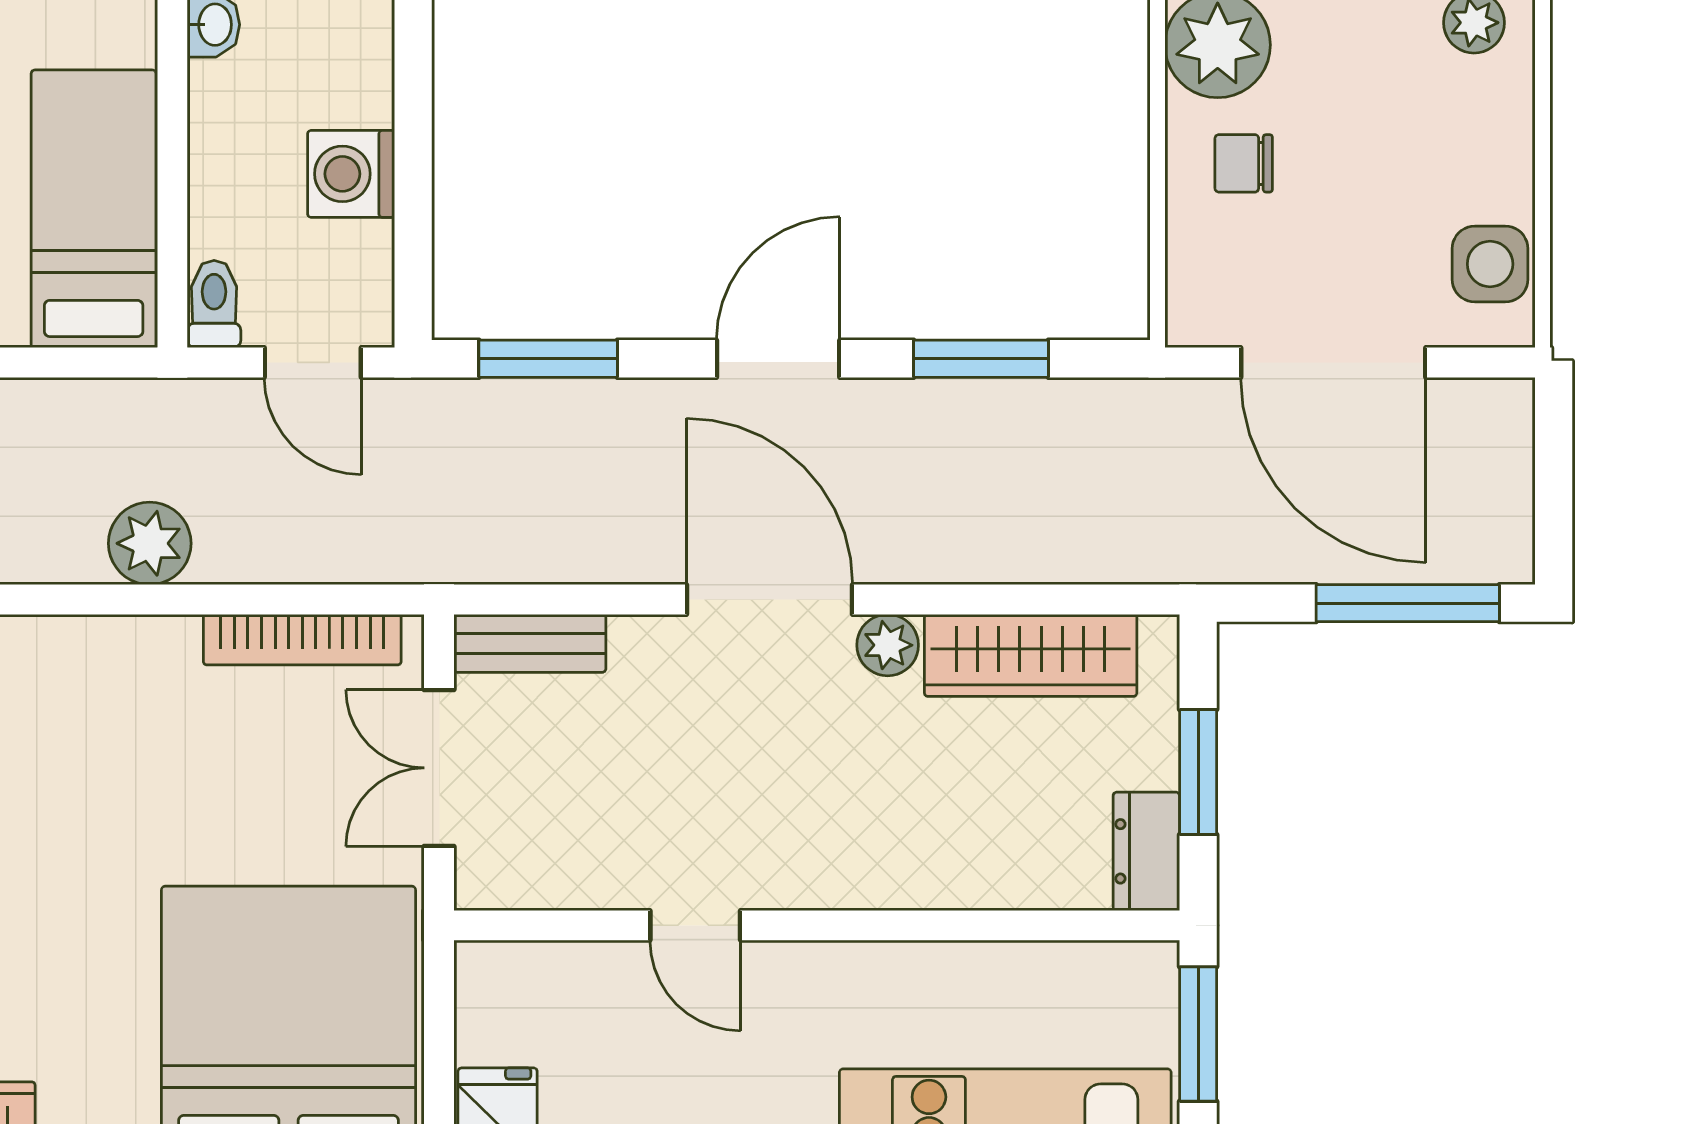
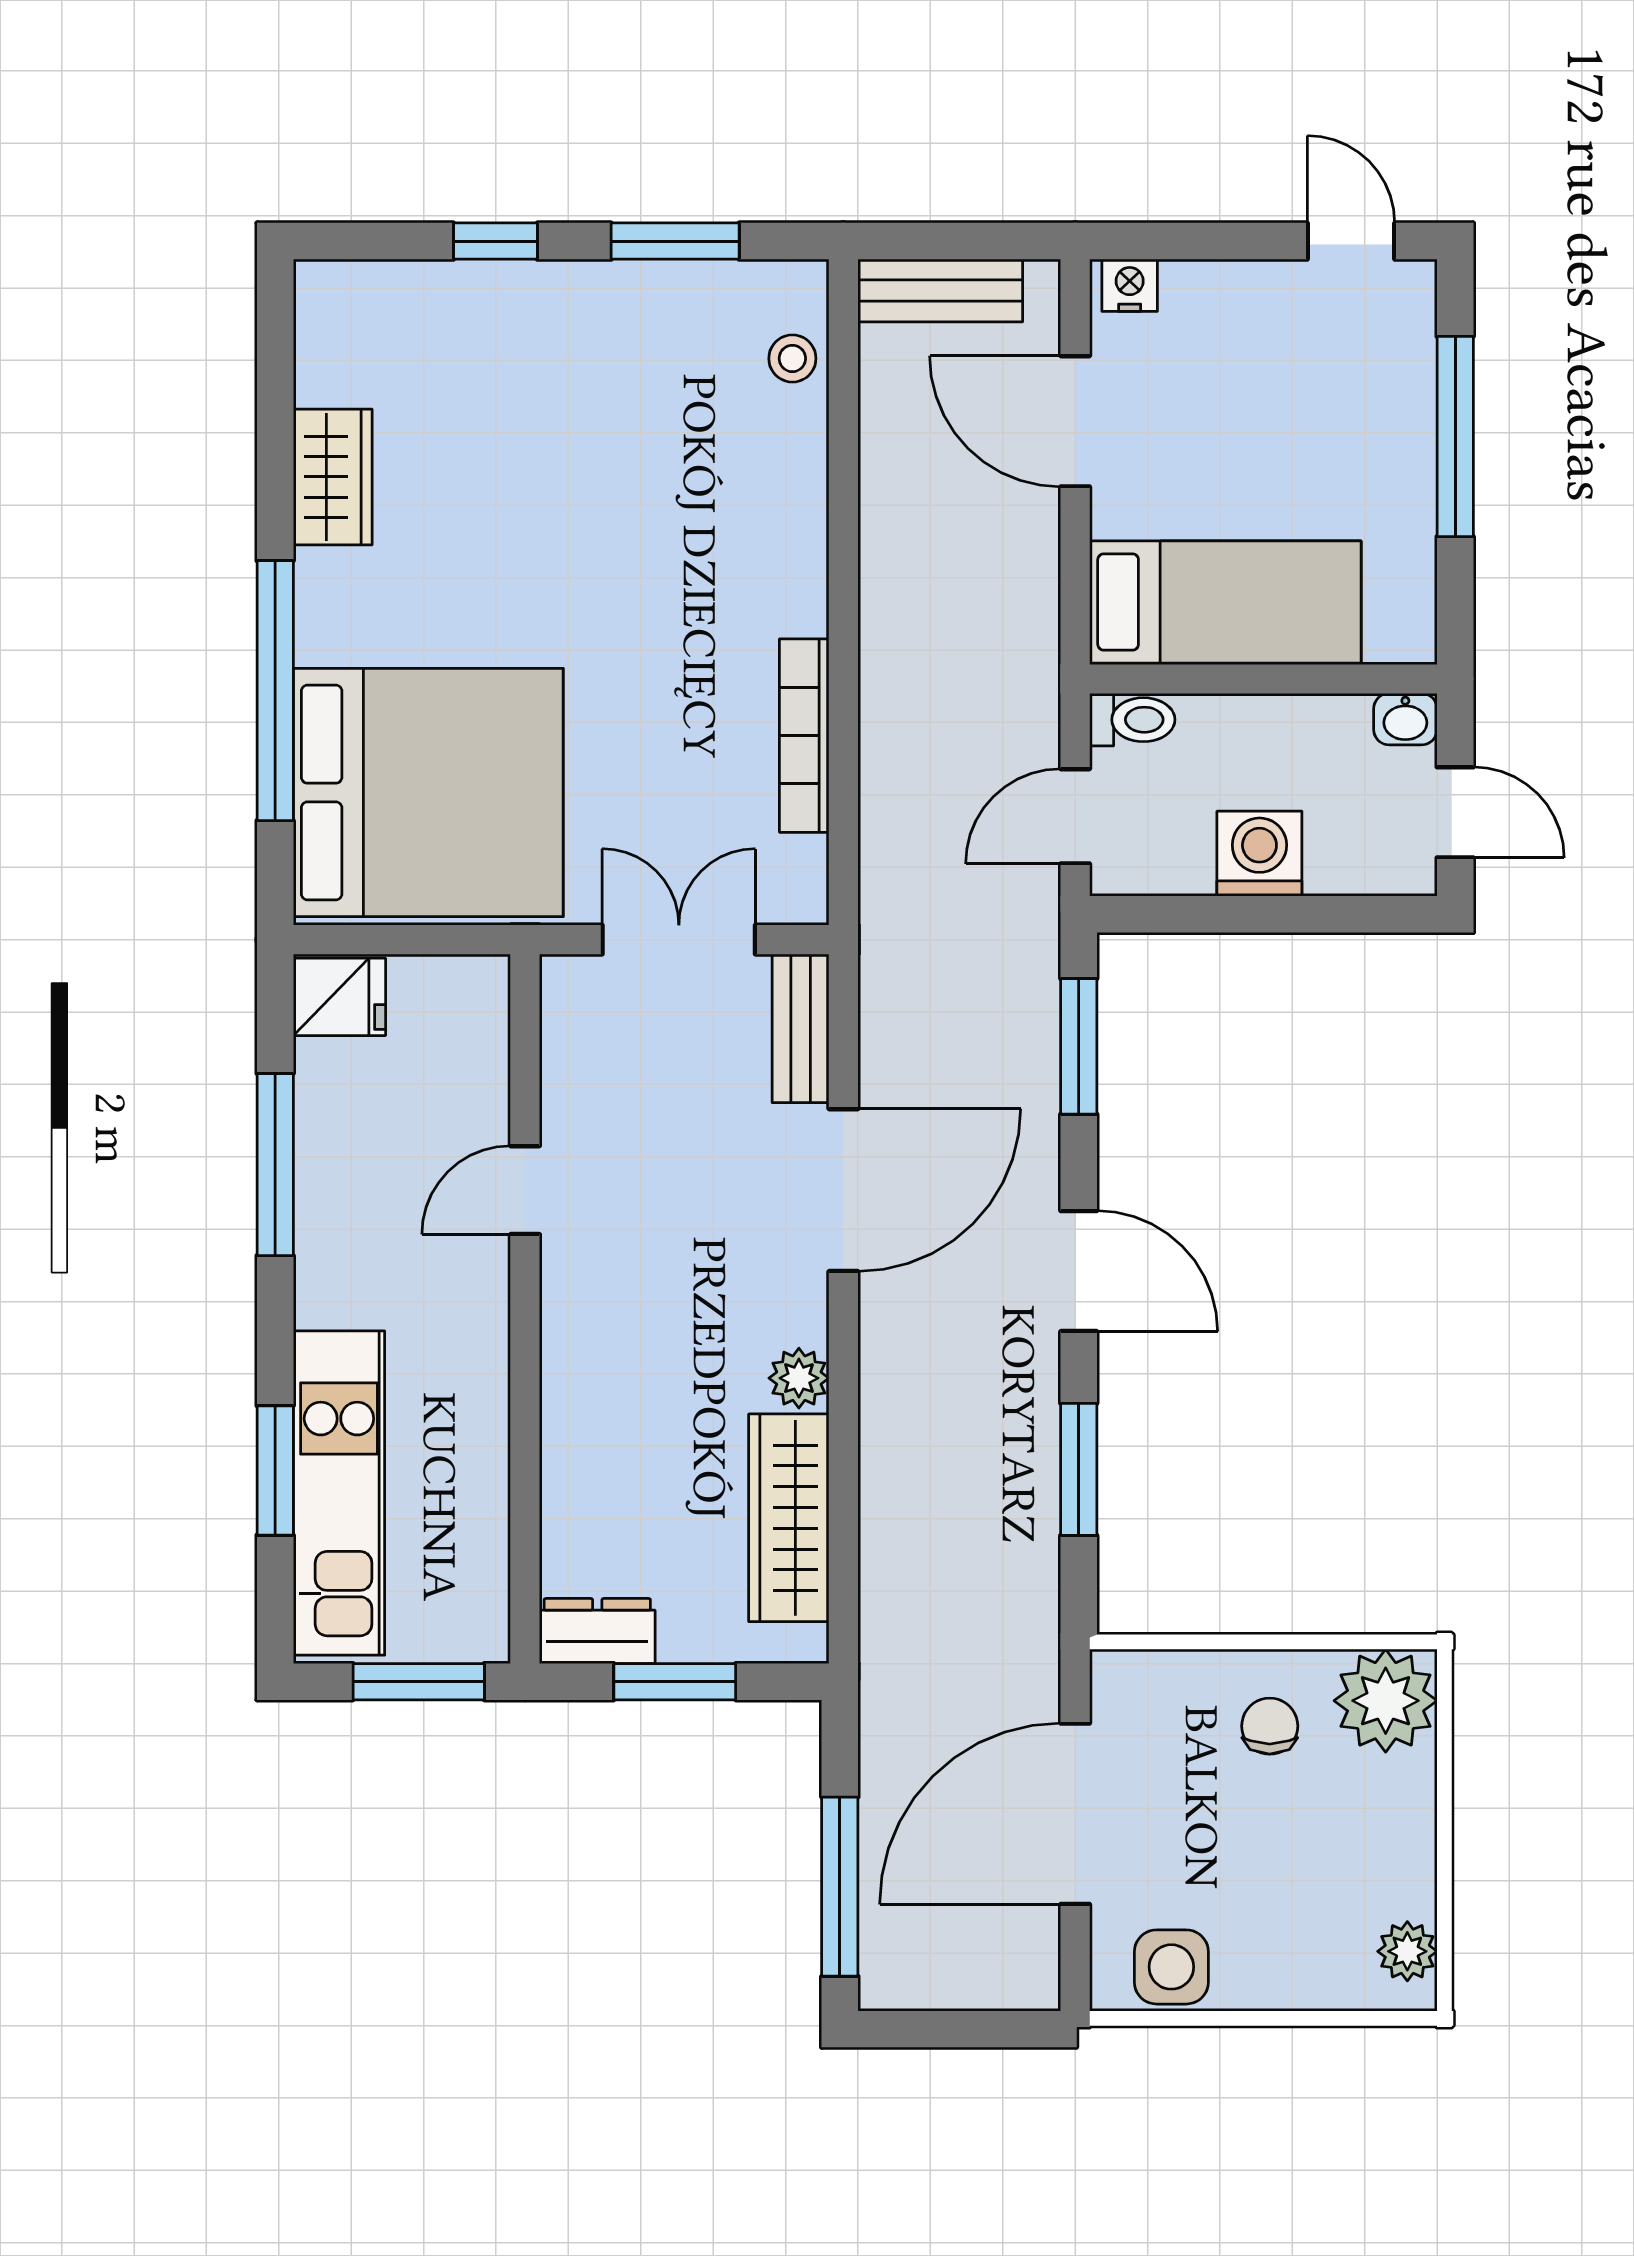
plant: (150, 543) -> (898, 657), removed
door: (770, 599) -> (843, 1190), moved
bookcase: (302, 640) -> (804, 736), moved

